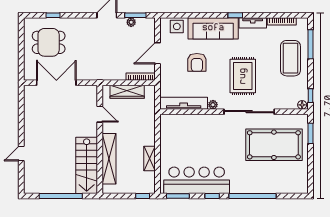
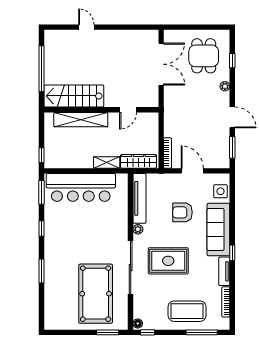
plant: (131, 22) -> (225, 86), moved
wardrobe: (127, 92) -> (139, 161), moved, turned 90
shelving: (150, 158) -> (107, 162), moved
bar counter: (197, 180) -> (81, 187), moved, turned 90
window: (252, 196) -> (41, 271), width x0.47

